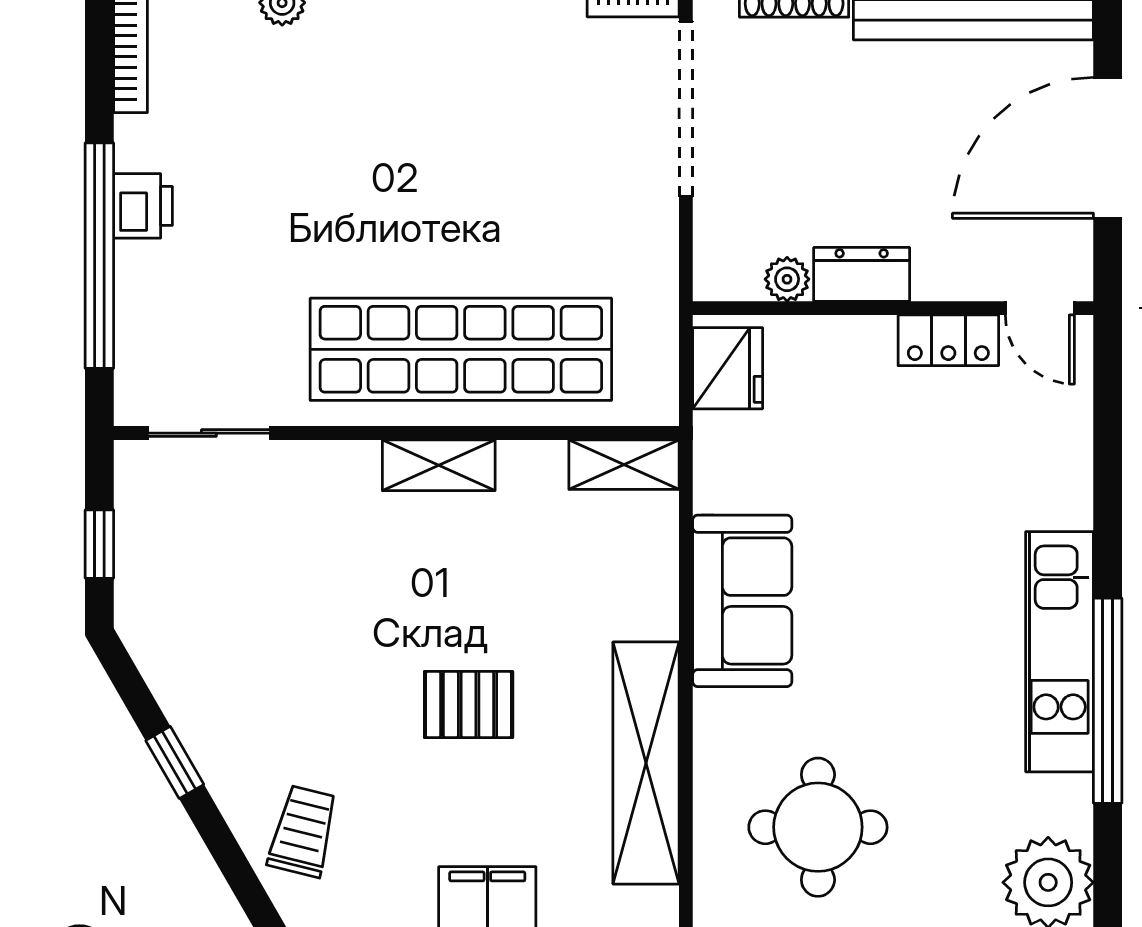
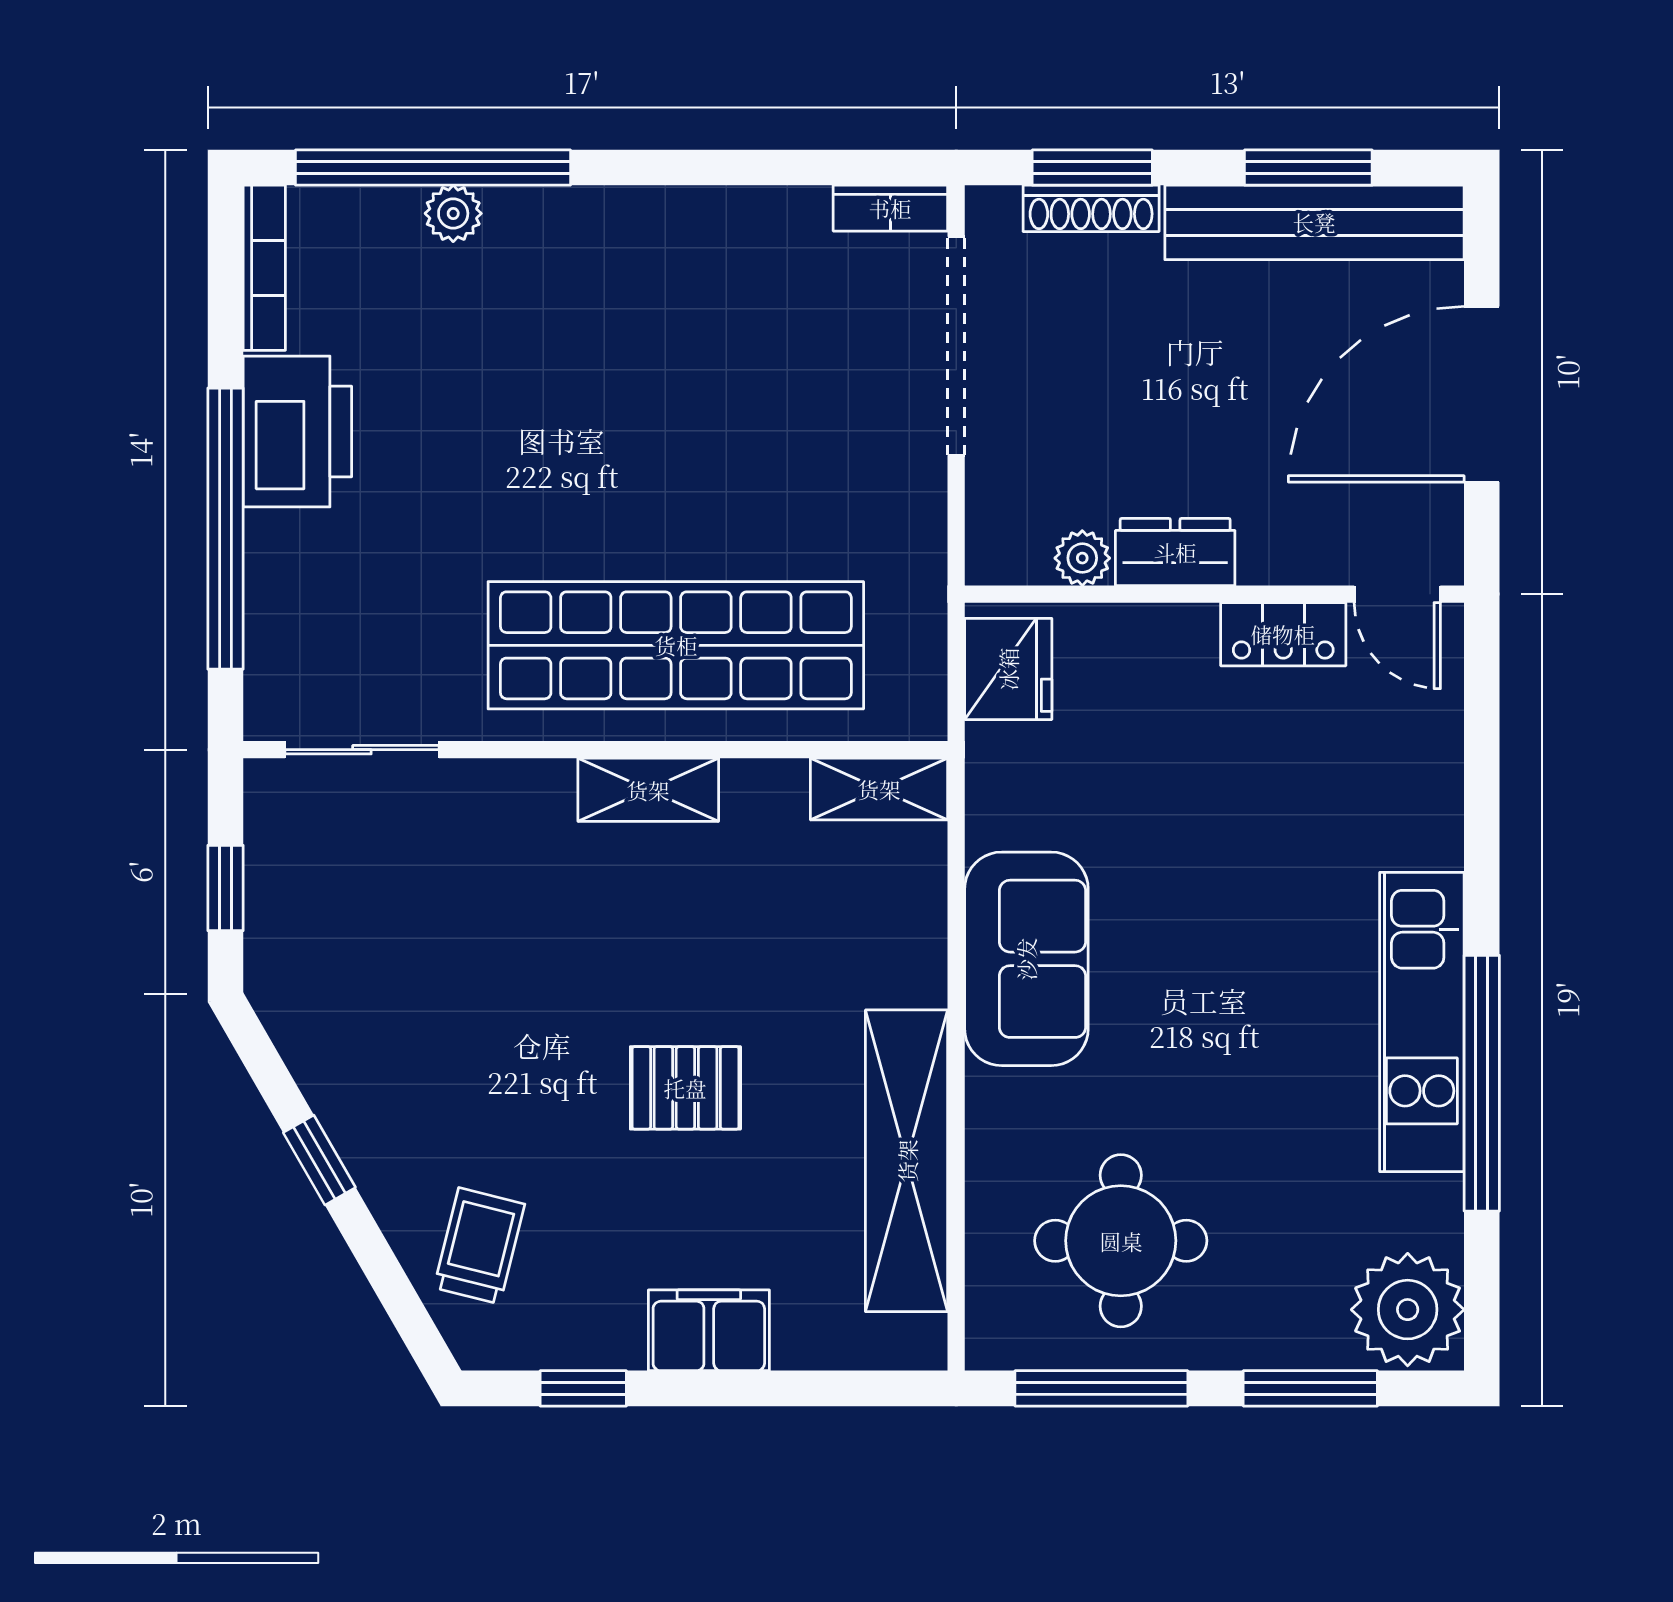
printer: (143, 206) -> (297, 431), width x1.87, depth x1.48

